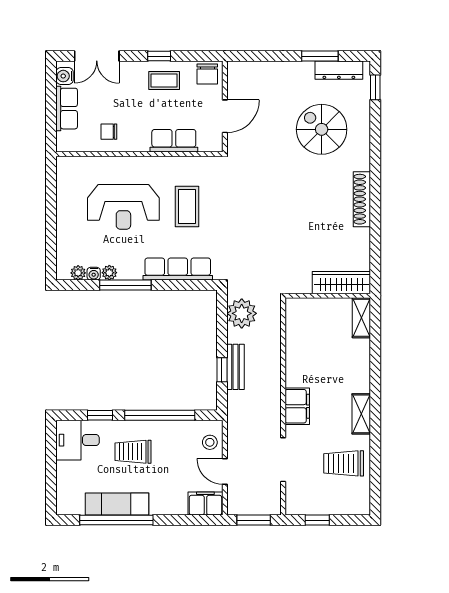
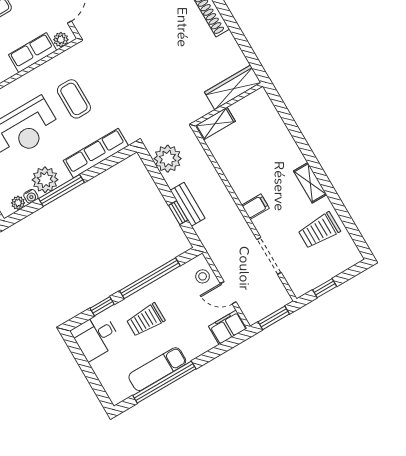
plant: (207, 144) -> (61, 40), added
plant: (109, 273) -> (45, 180), width x1.87, depth x1.87
shelving: (361, 318) -> (215, 124), moved, turned 90
filing cabinet: (297, 406) -> (255, 207), width x0.50

